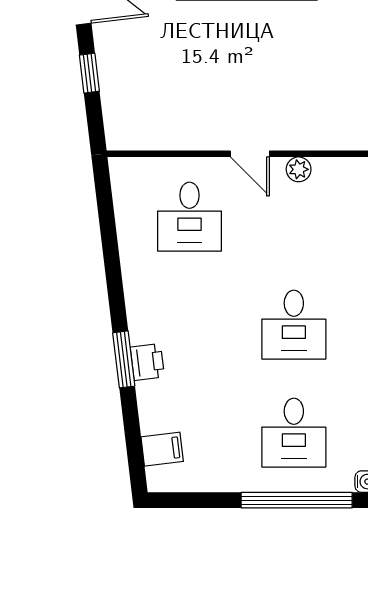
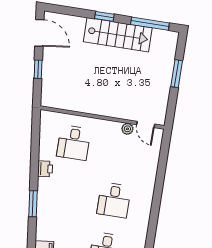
door: (250, 154) -> (146, 124), moved
printer: (147, 362) -> (45, 169), moved

